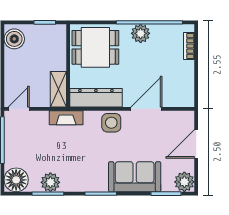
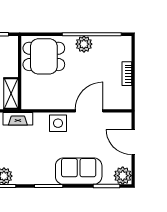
bookcase: (189, 46) -> (127, 74), moved
dresser: (96, 98) -> (44, 101), removed
door: (196, 144) -> (133, 142), hinge flipped

